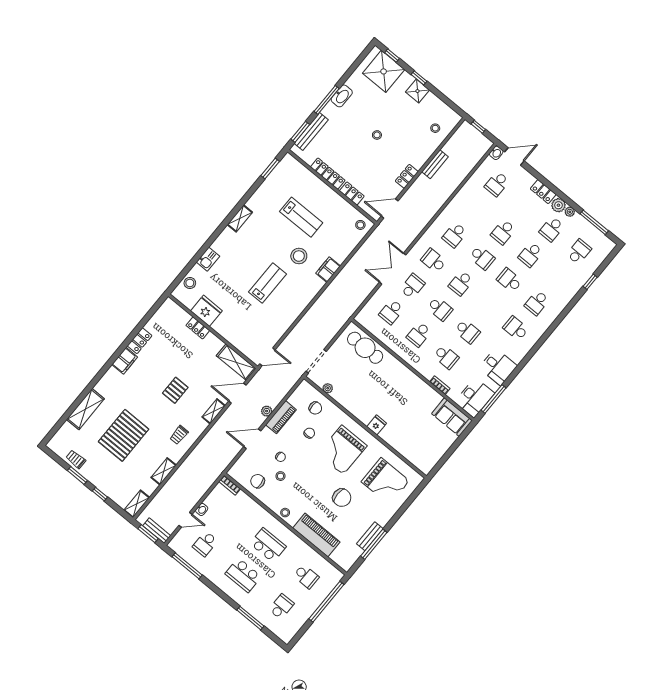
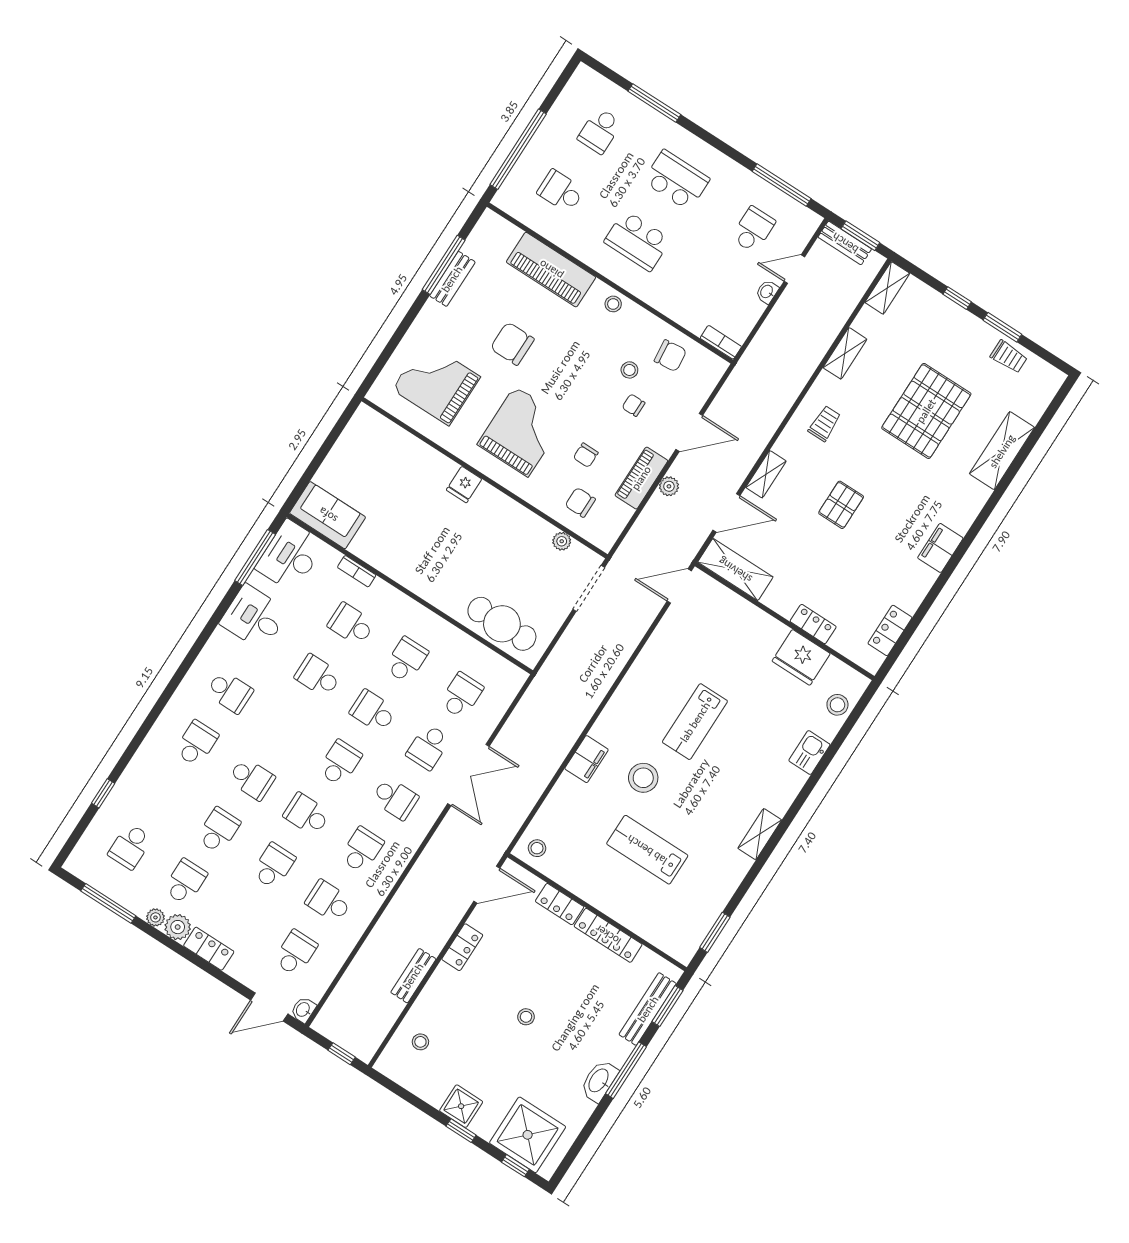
school desk: (476, 209) -> (329, 901), added
locker: (140, 341) -> (890, 630), moved

